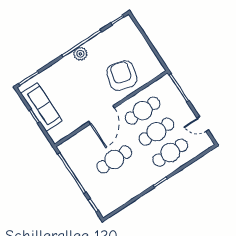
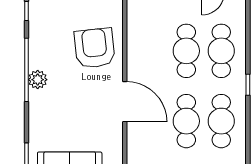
armchair: (122, 76) -> (95, 48), turned 68
cafe table: (143, 111) -> (221, 121), moved

